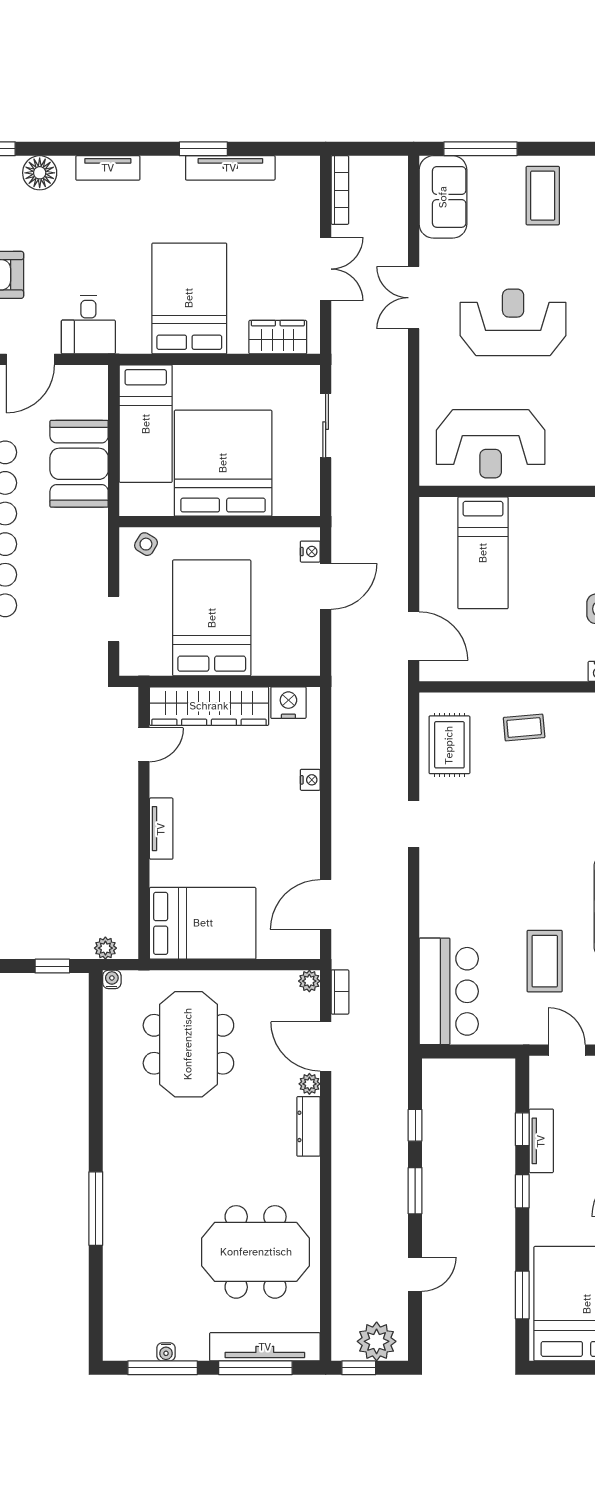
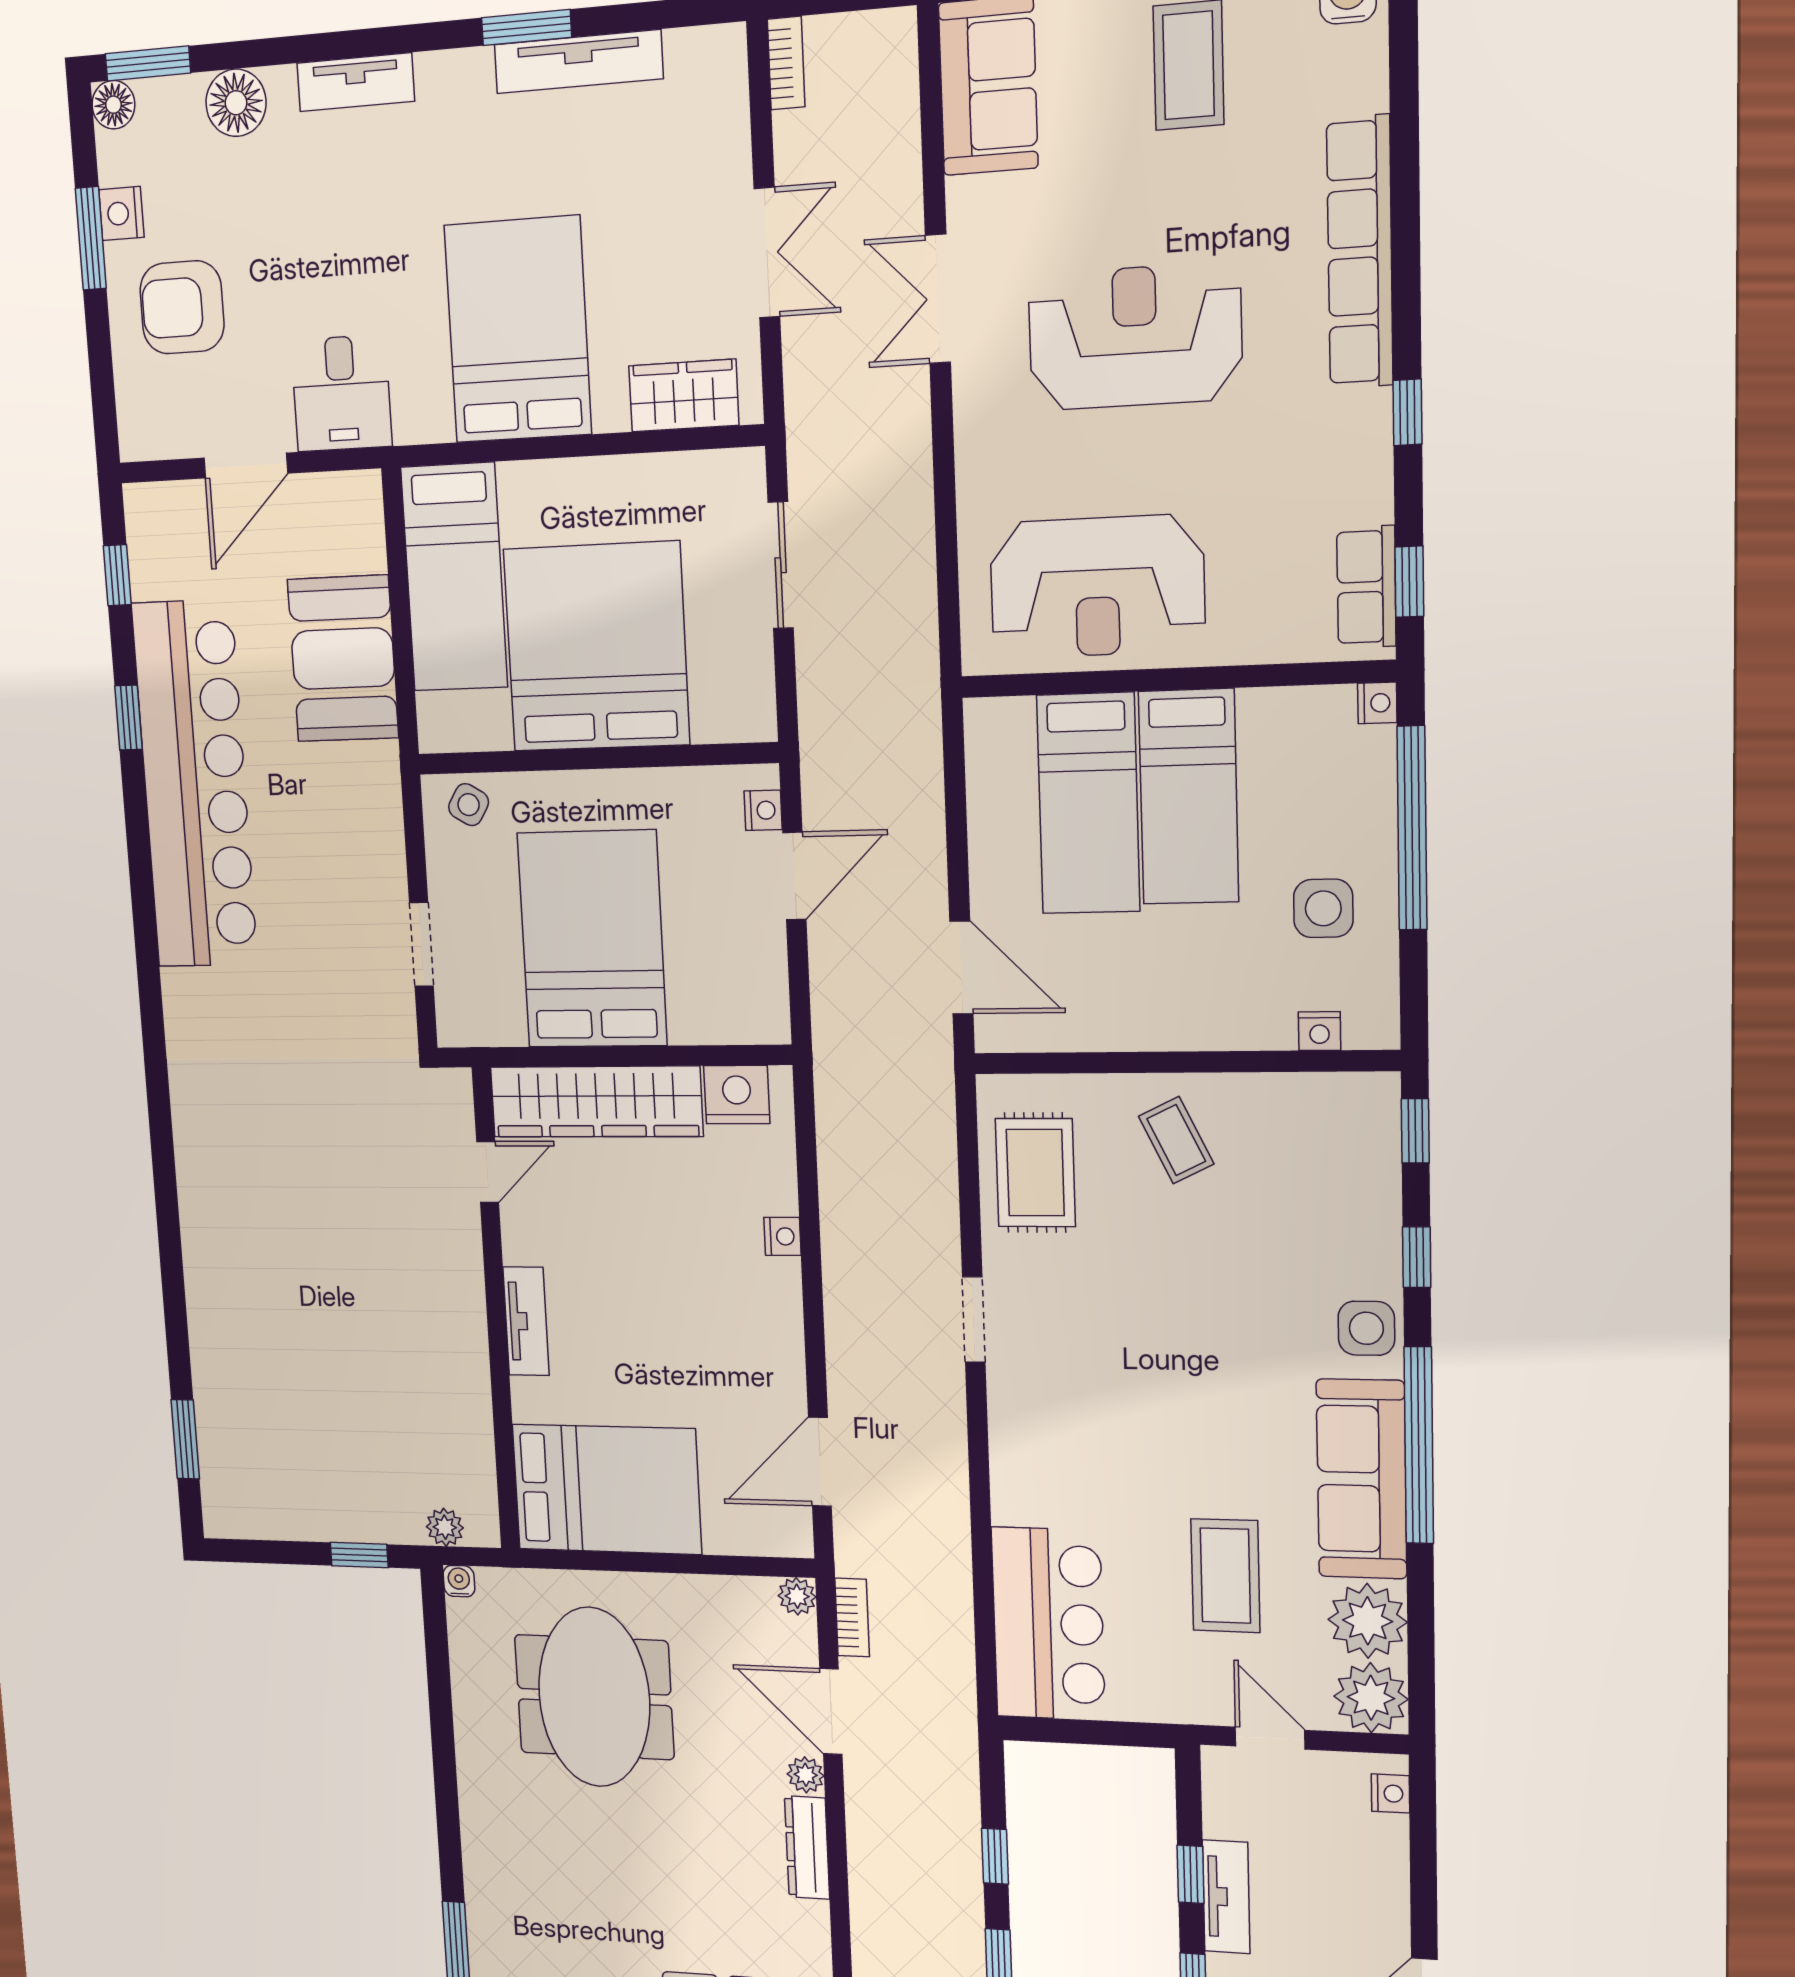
bookcase: (340, 190) -> (786, 63), width x0.64
bed: (535, 551) -> (1189, 797), added
coffee table: (524, 728) -> (1176, 1140), turned 69

